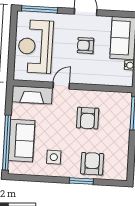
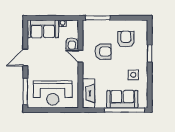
armchair: (86, 46) -> (72, 44), moved
door: (61, 86) -> (80, 56), moved
armchair: (92, 164) -> (126, 39), moved, turned 90

